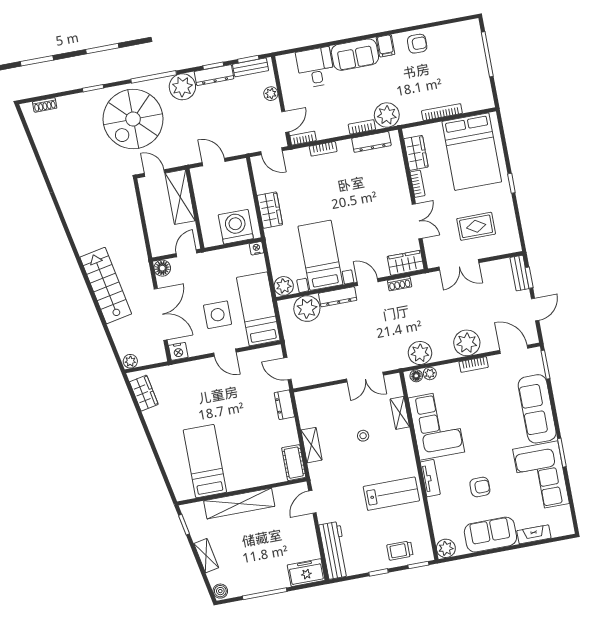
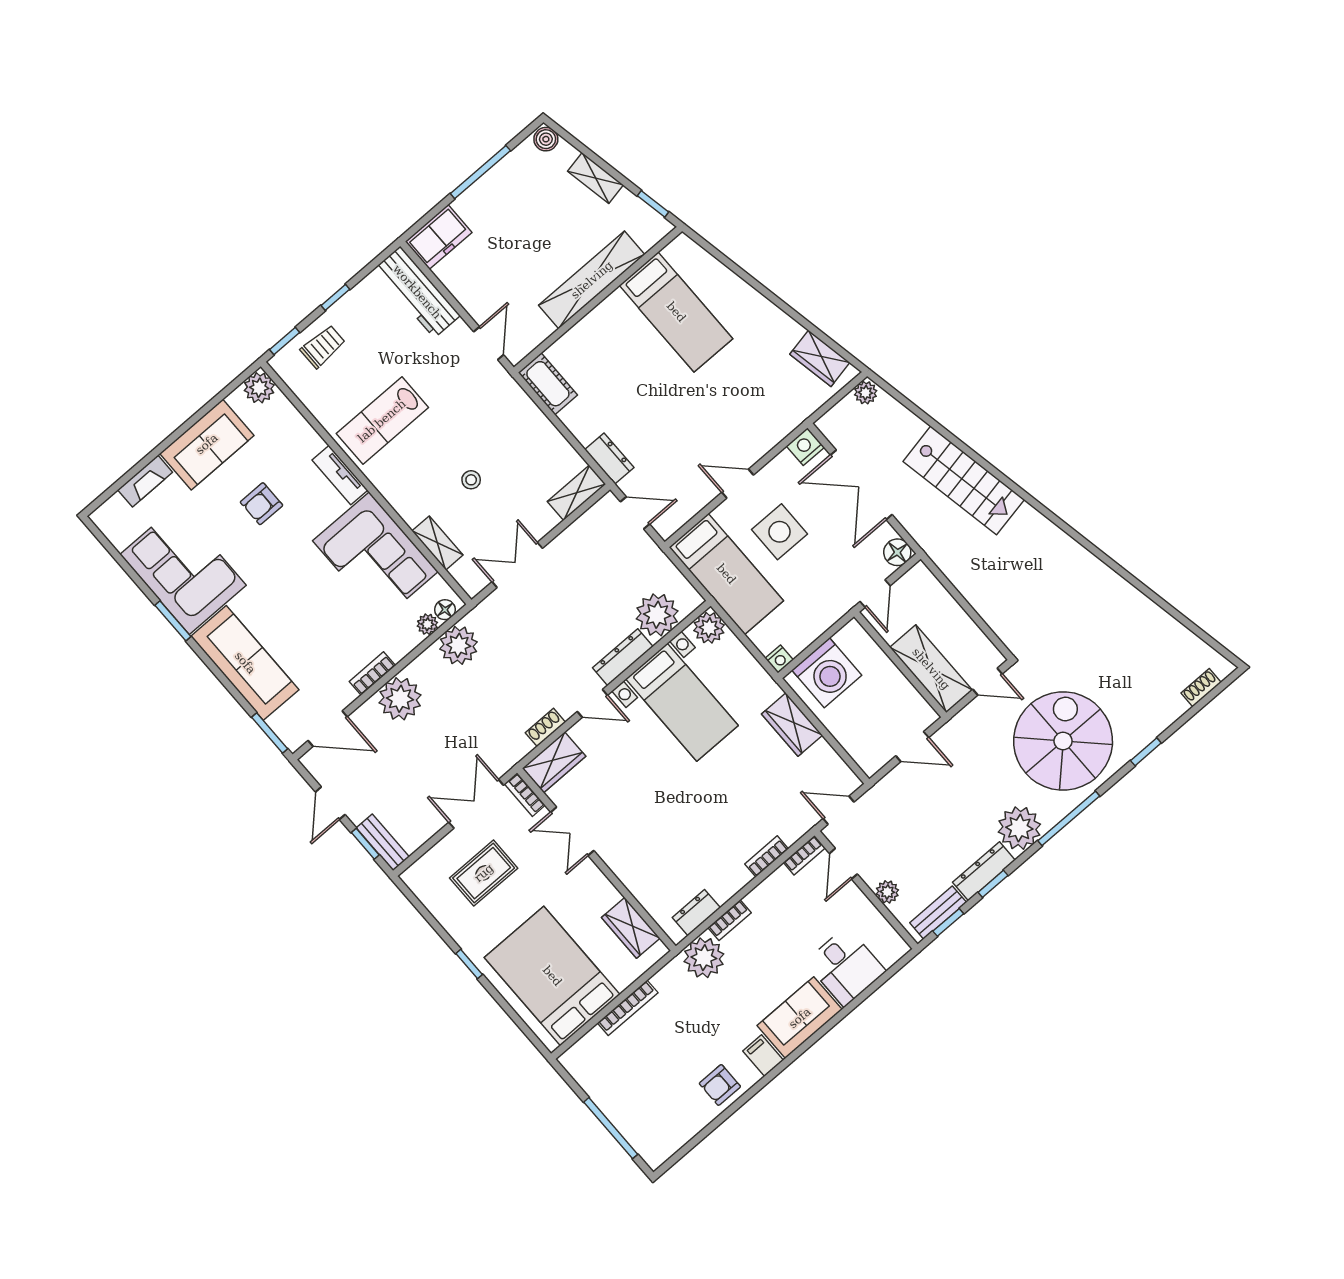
dresser: (371, 142) -> (696, 913), width x0.70
bookcase: (417, 184) -> (525, 795), moved
shelving: (312, 445) -> (577, 493), moved, turned 90

